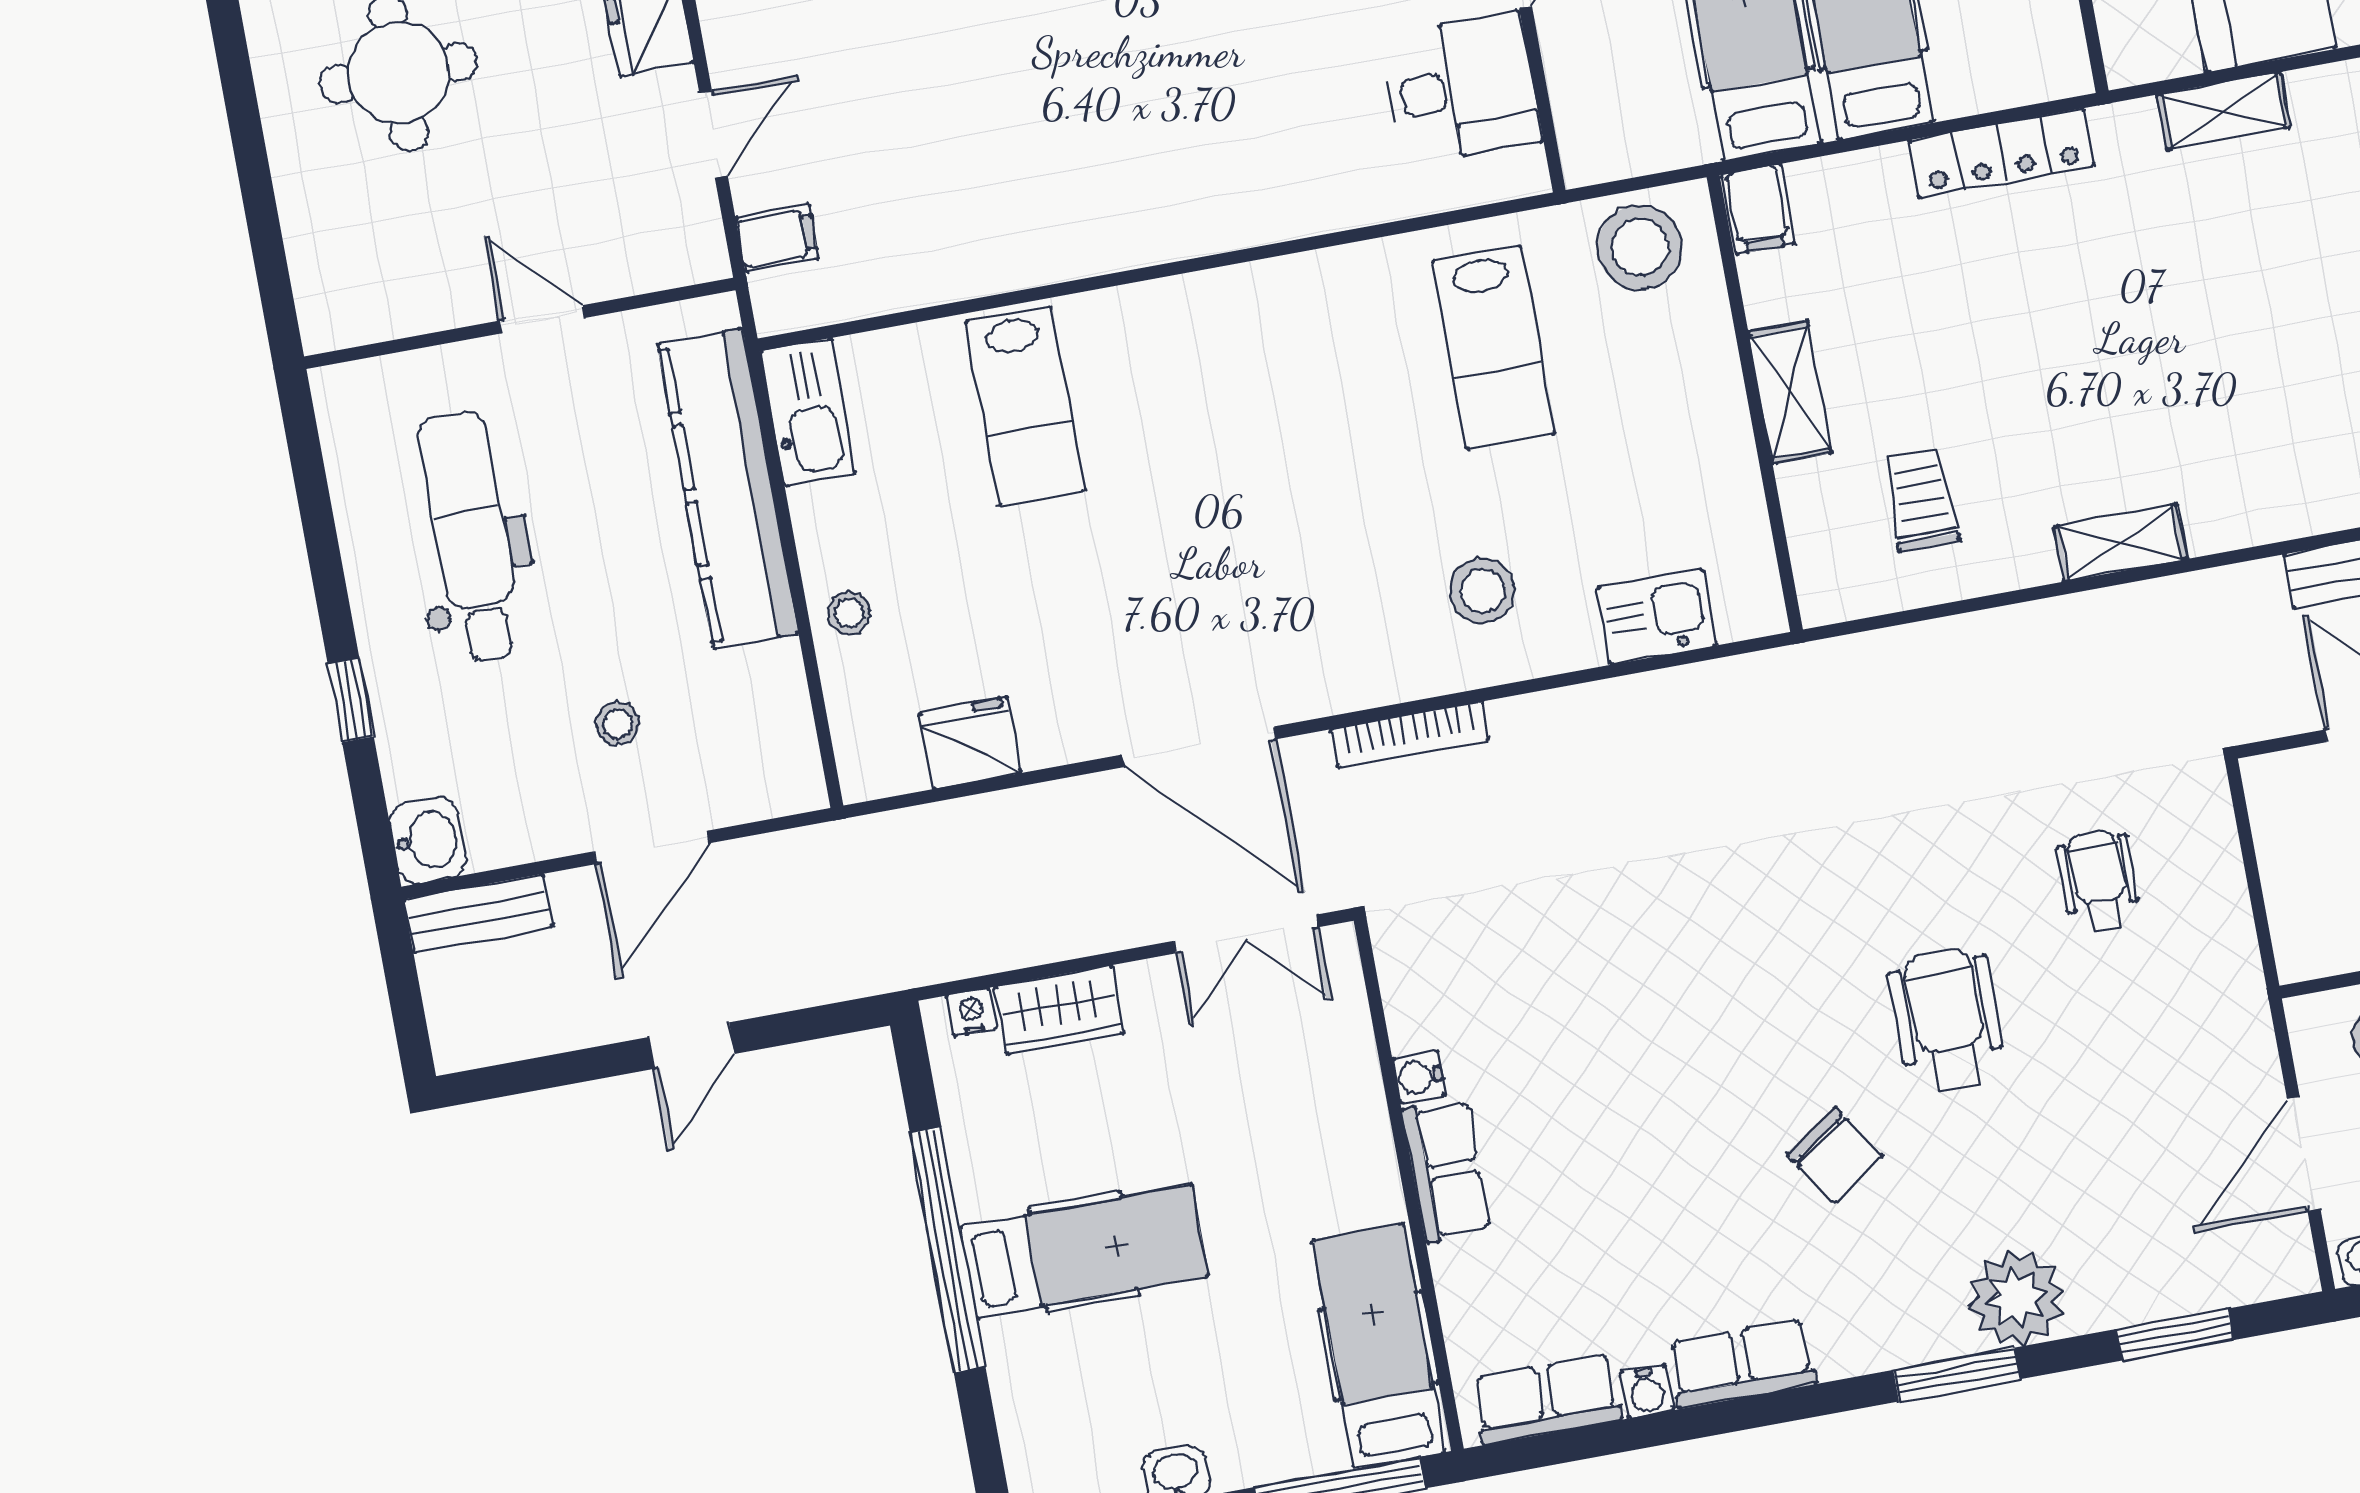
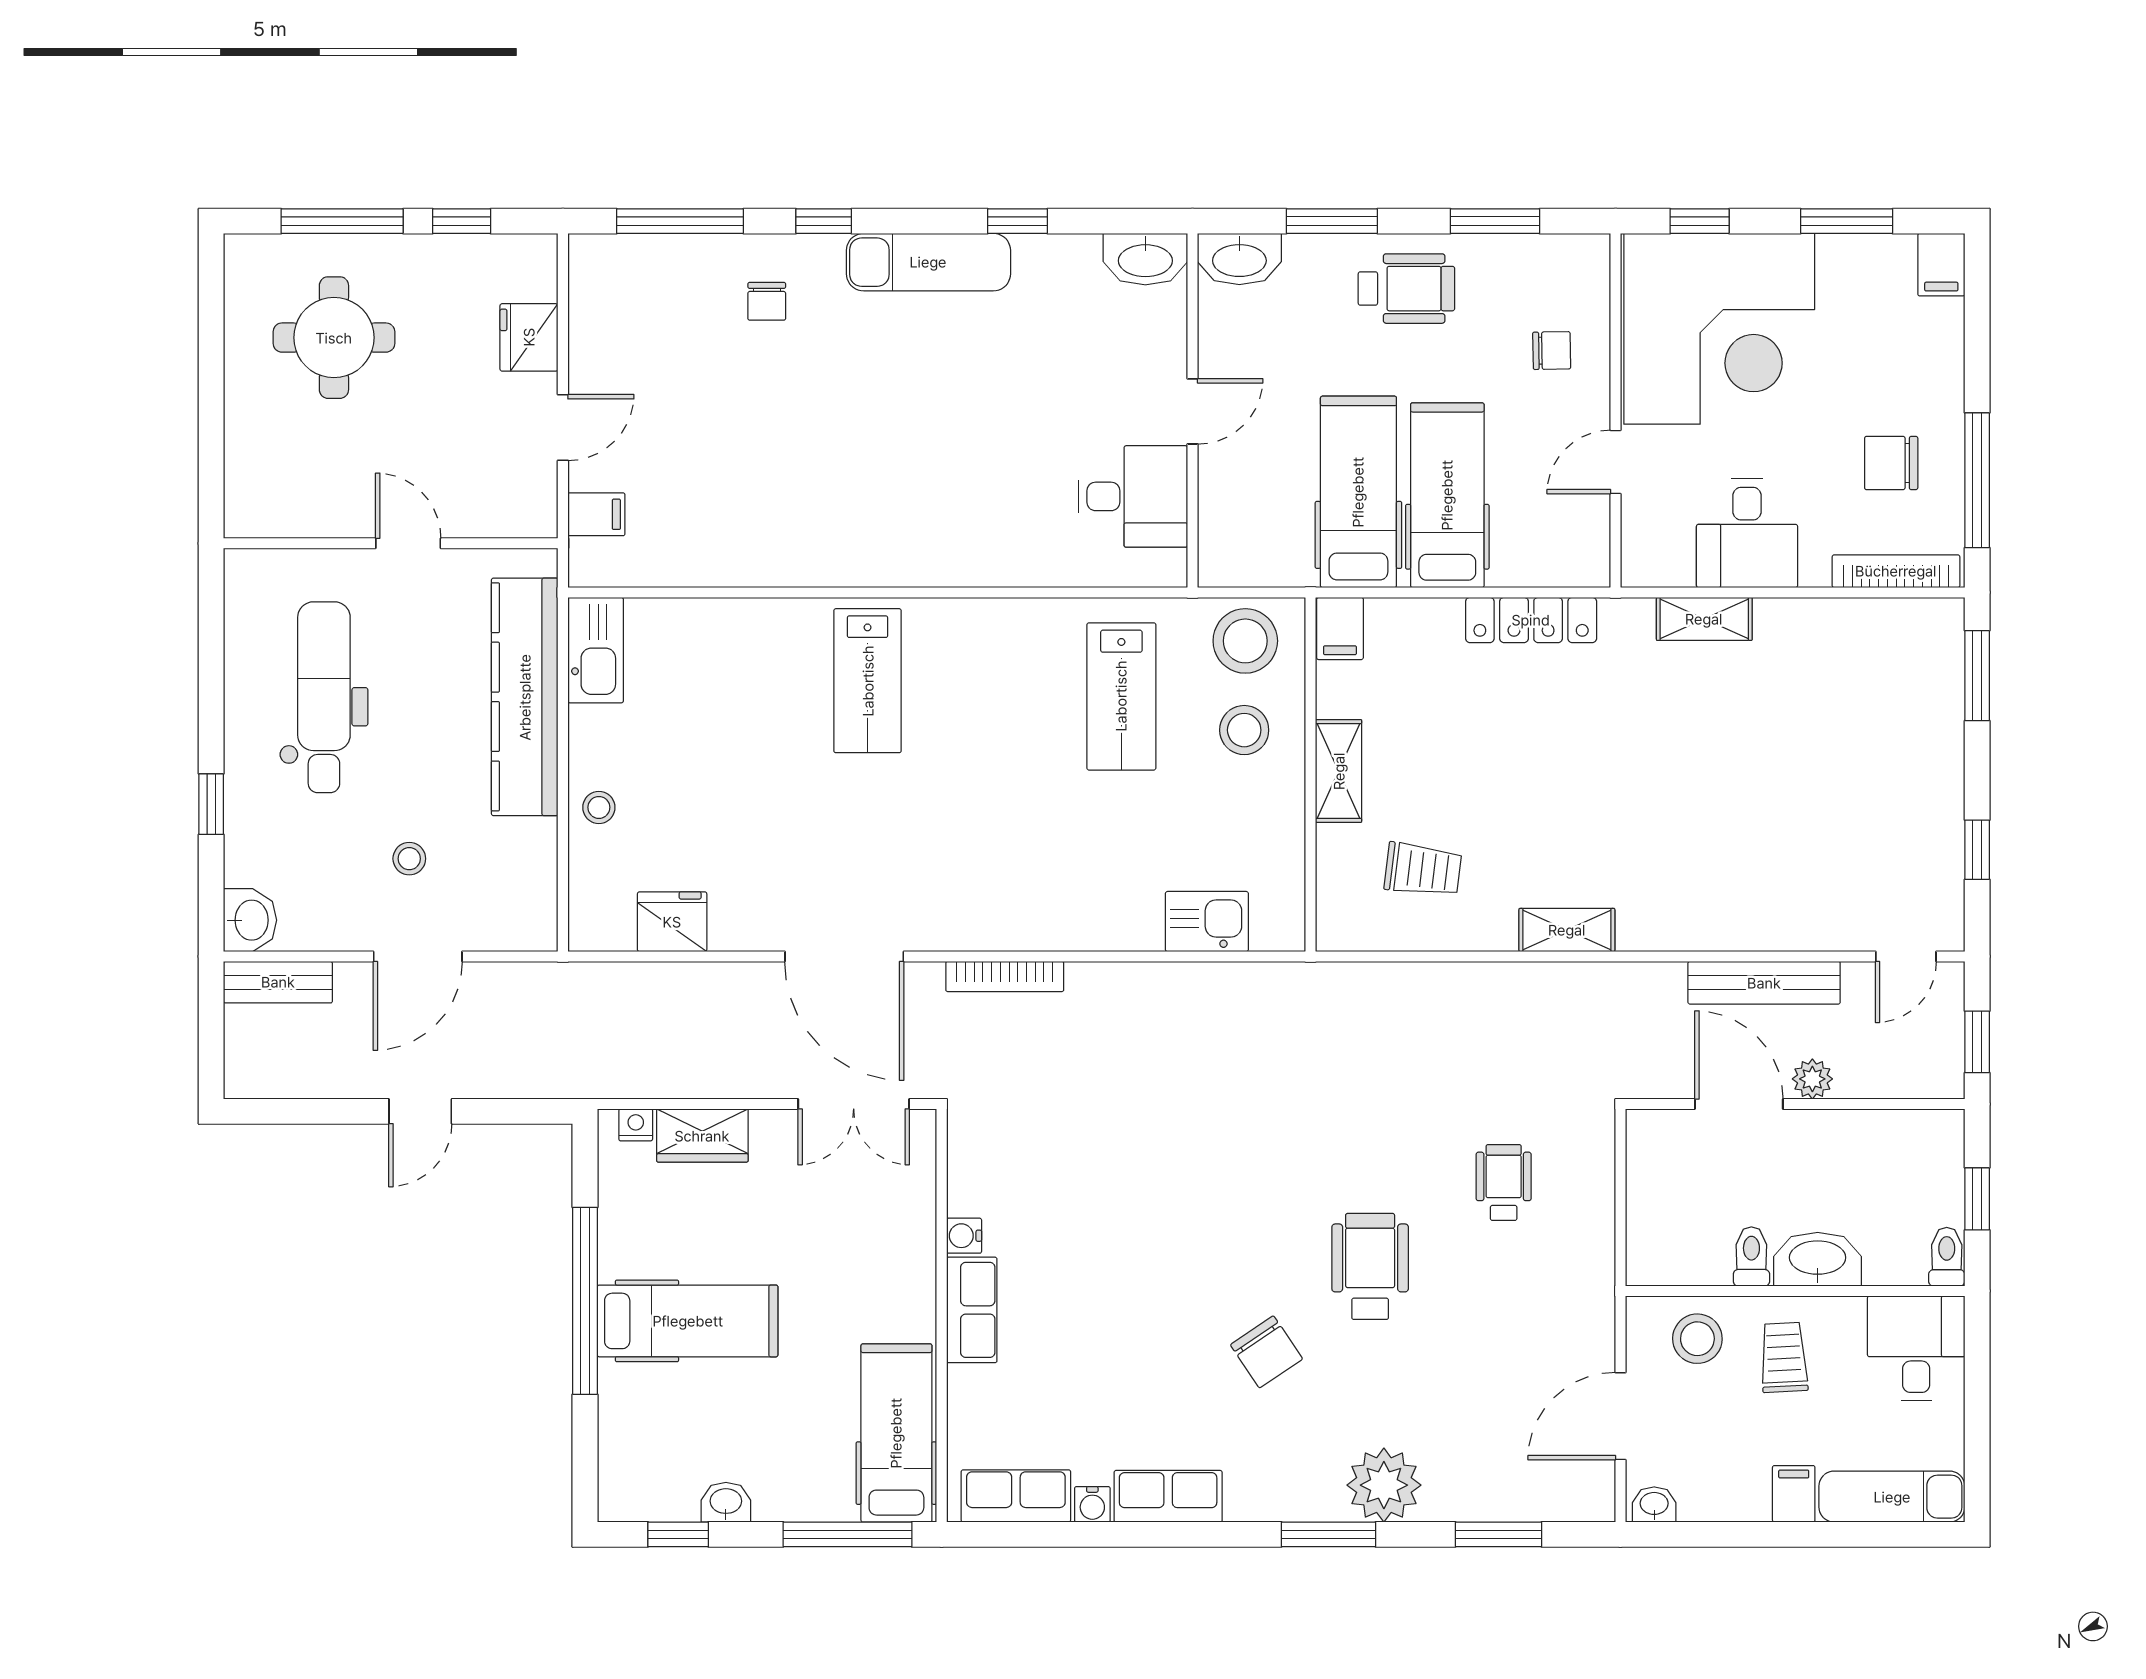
lab bench: (1025, 406) -> (868, 681), moved
trolley: (1921, 499) -> (1423, 870), turned 97
stool: (1482, 591) -> (1244, 730), moved

